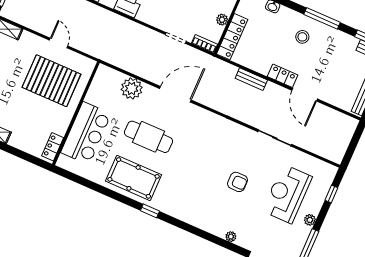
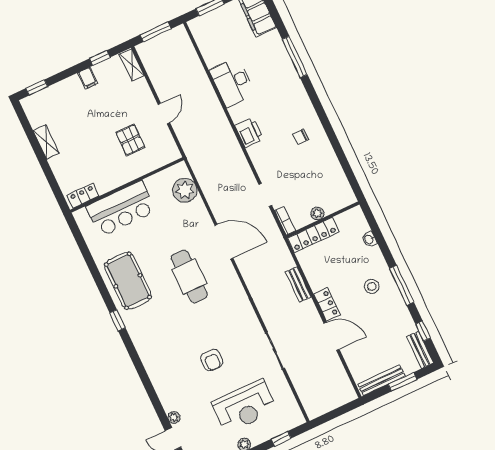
pallet: (51, 81) -> (130, 140), width x0.49, depth x0.50
plant: (132, 88) -> (185, 190), moved
door: (305, 95) -> (332, 336), swing flipped
cafe table: (148, 137) -> (189, 276), moved
reception desk: (287, 194) -> (244, 406), turned 180
plant: (231, 237) -> (174, 417), moved

